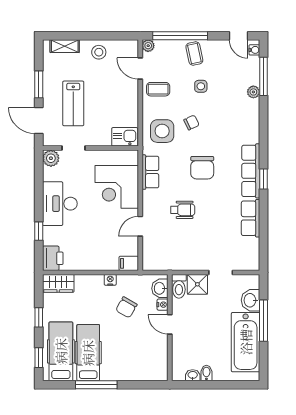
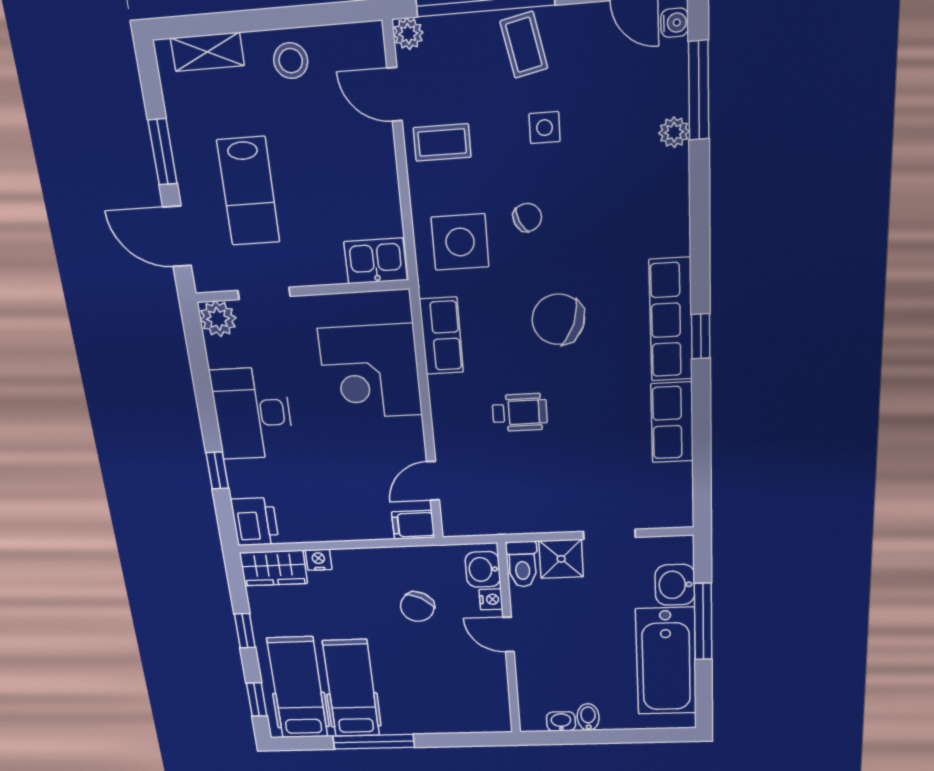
chair: (202, 168) -> (558, 319), turned 110
door: (140, 226) -> (433, 481), moved
nightstand: (110, 280) -> (319, 560), moved

